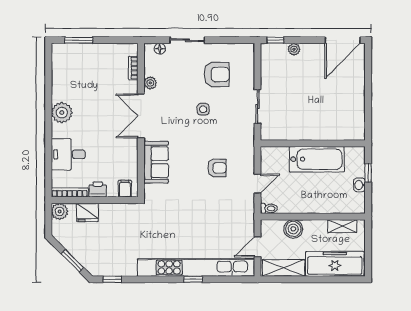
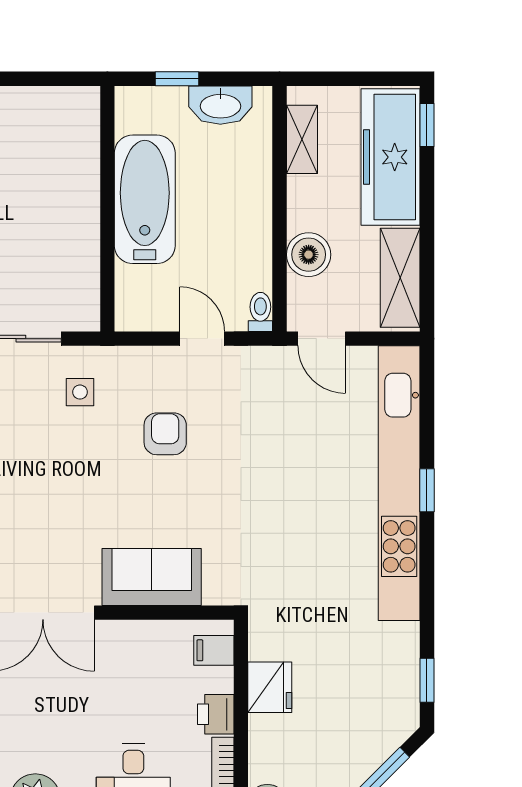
side table: (203, 109) -> (80, 392), moved
washbasin: (359, 185) -> (220, 105), width x1.91, depth x1.45
fridge: (87, 212) -> (270, 687), moved
door: (257, 247) -> (322, 339), moved
window: (348, 279) -> (427, 125), added

